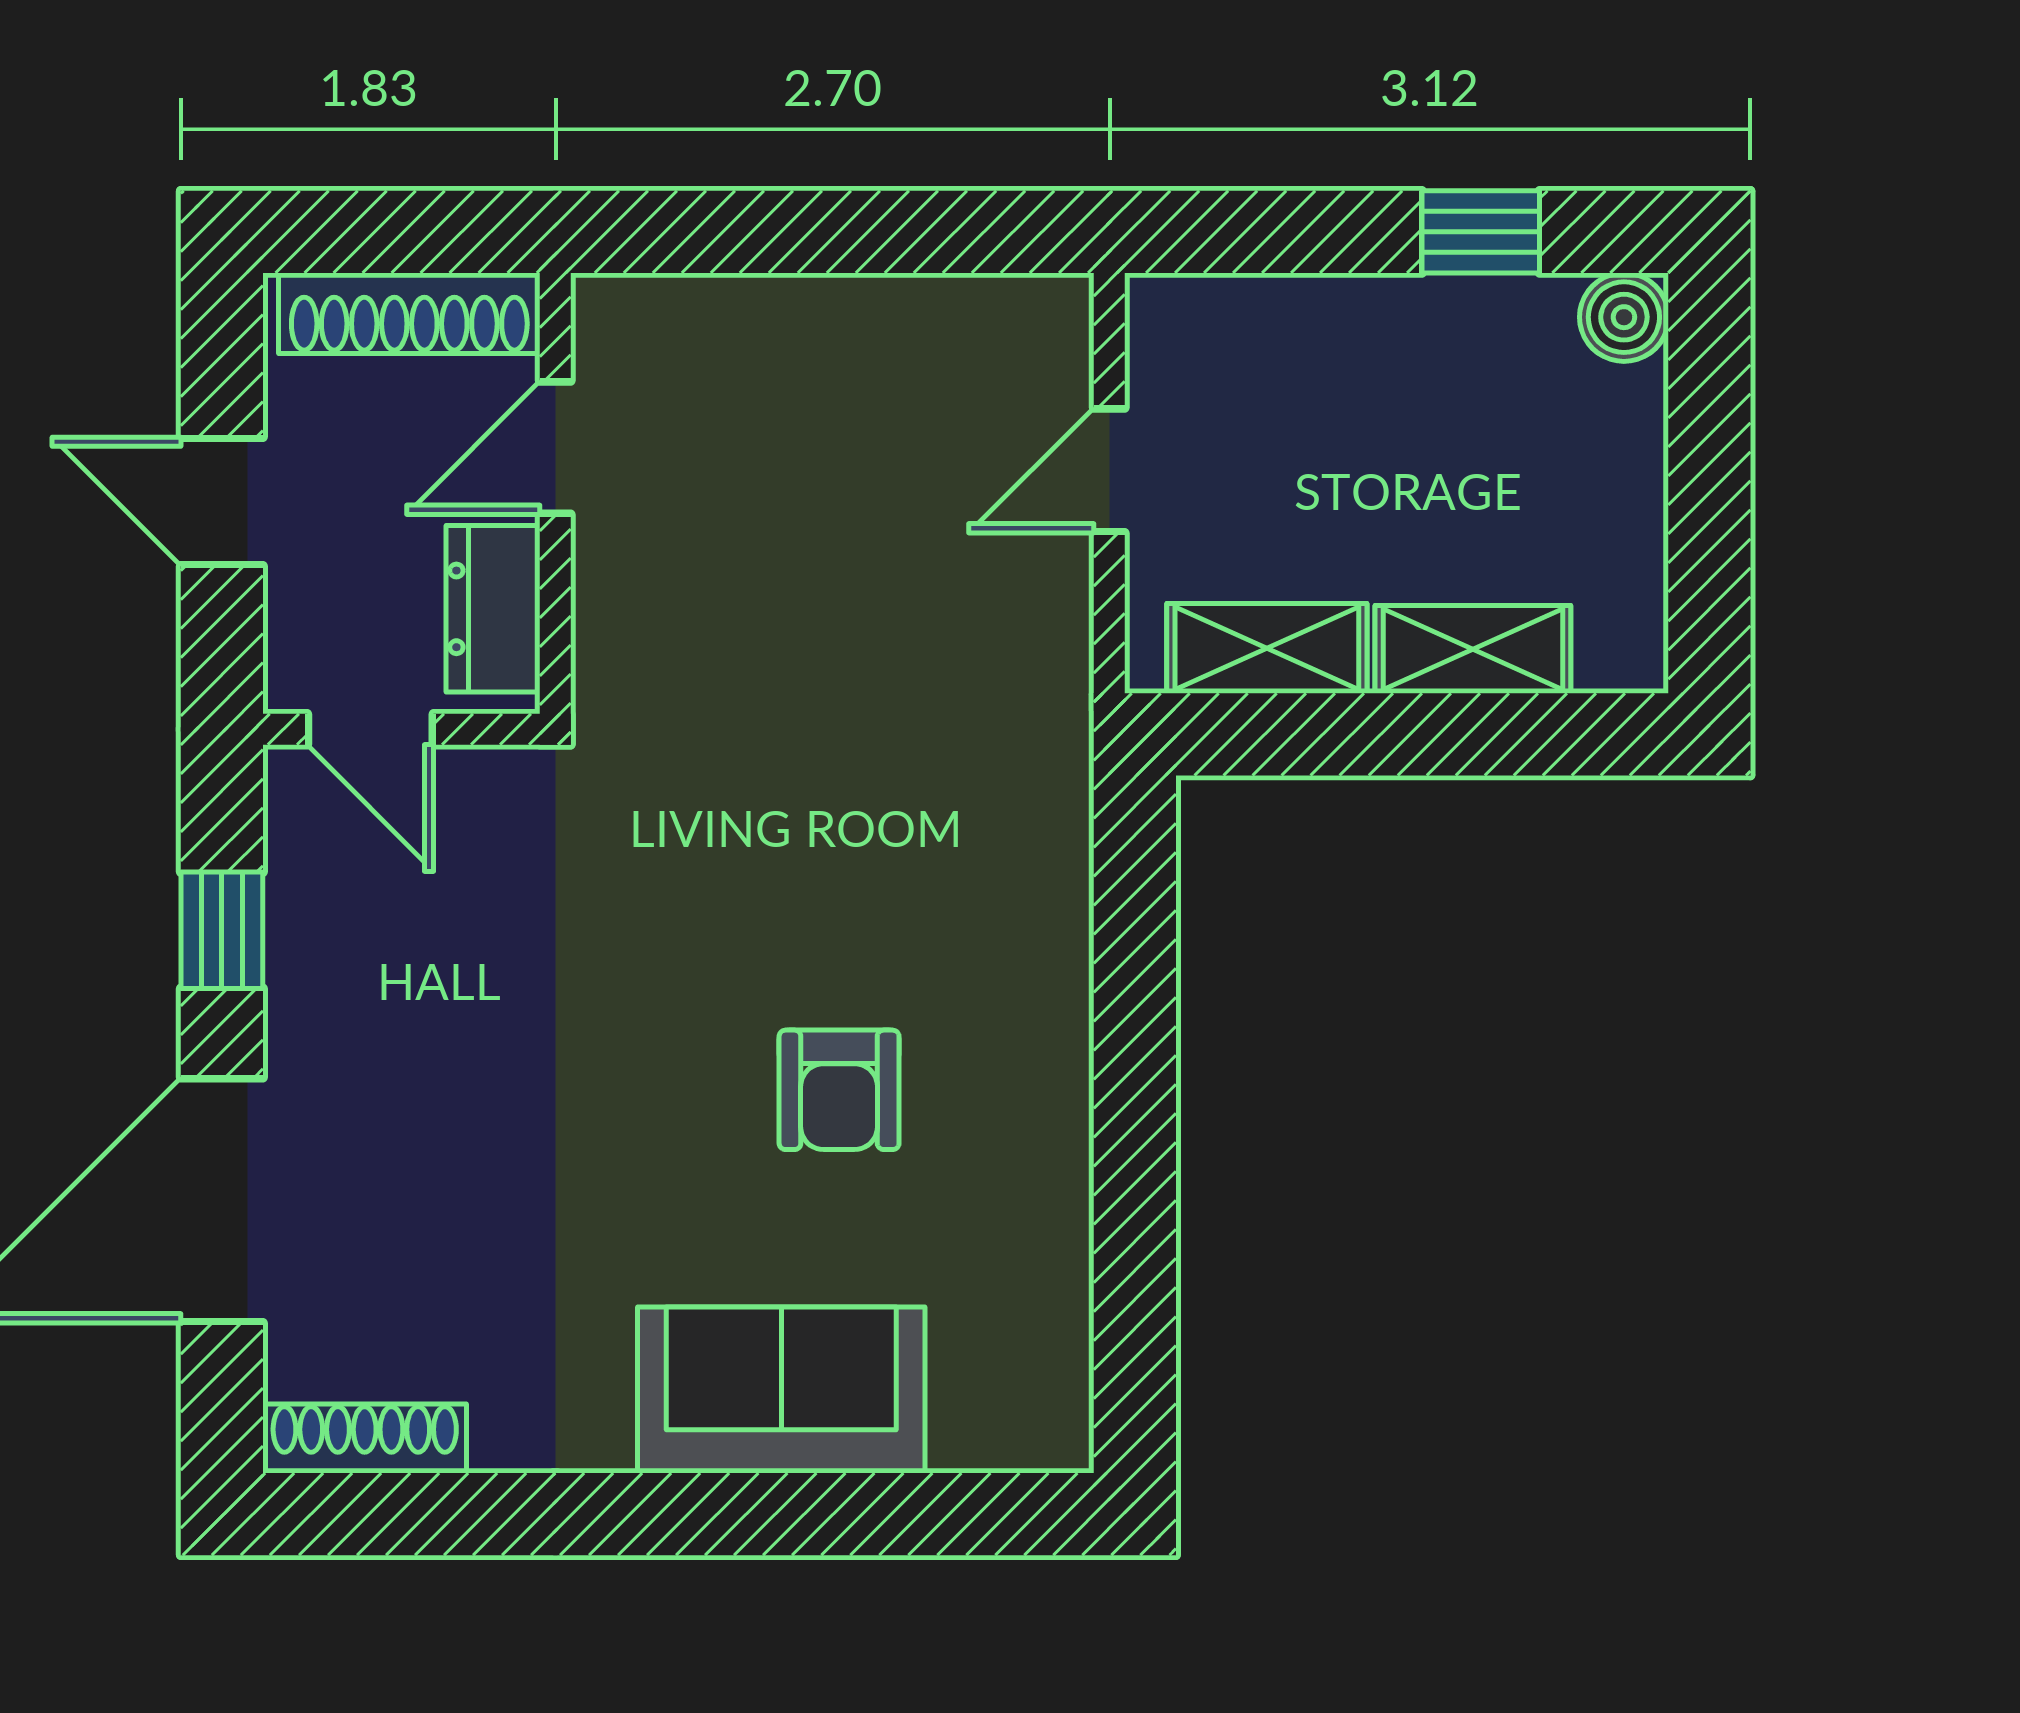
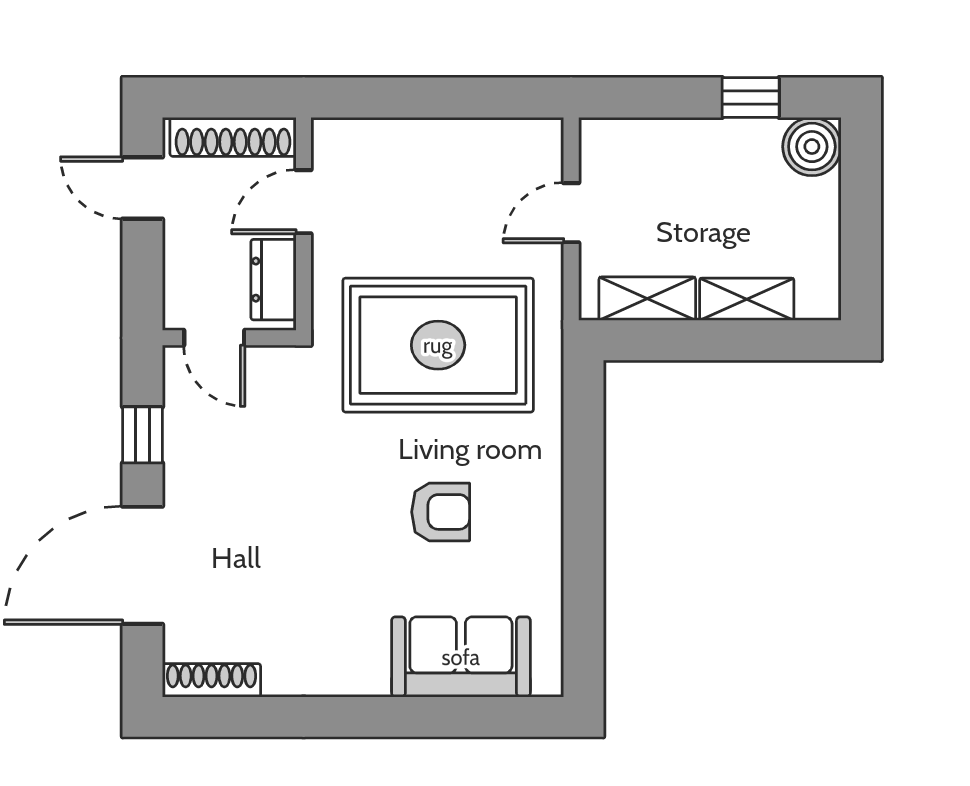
boiler: (1624, 317) -> (812, 147), width x1.36, depth x1.36
door: (222, 502) -> (143, 188), moved
rug: (834, 744) -> (438, 345), added
armchair: (839, 1090) -> (441, 512), turned -90
sofa: (781, 1390) -> (461, 657), moved

